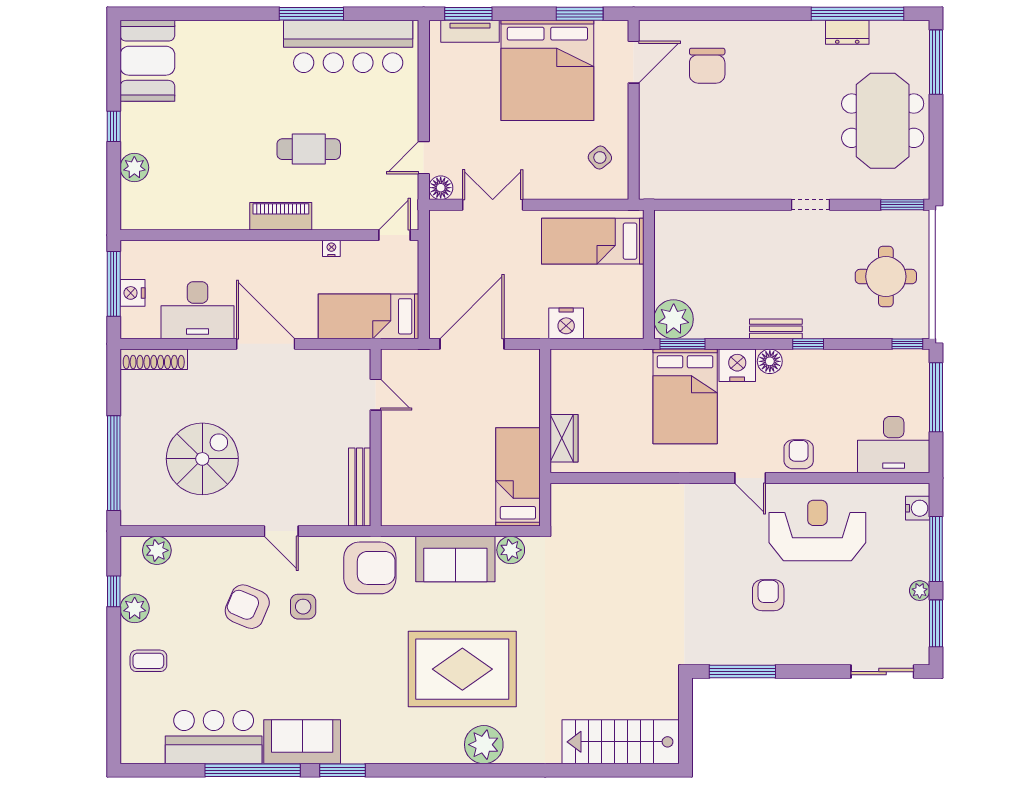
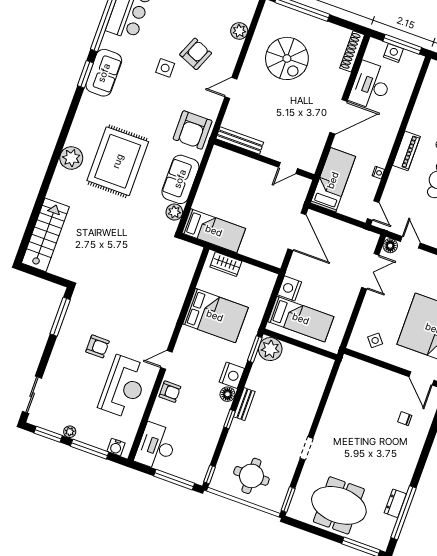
chair: (707, 66) -> (405, 419), width x0.54, depth x0.54
bed: (593, 241) -> (301, 319), moved, turned 90
bed: (685, 396) -> (215, 316), moved, turned 180
plant: (157, 550) -> (239, 31), moved
side table: (303, 607) -> (165, 68), moved
sofa: (302, 742) -> (104, 73), moved

